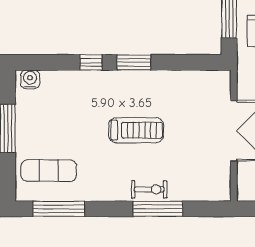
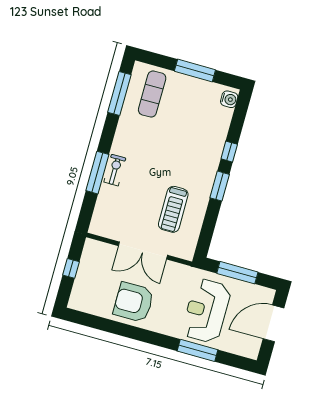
treadmill: (136, 130) -> (173, 209), moved
exercise bike: (149, 189) -> (115, 170), turned 180

